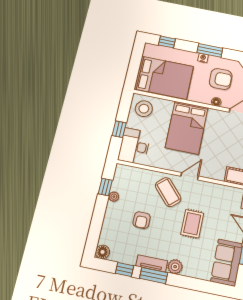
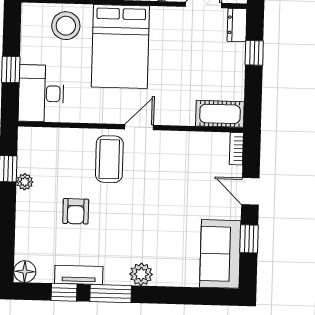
stool: (144, 109) -> (66, 26), moved
coffee table: (168, 192) -> (109, 159), turned 42
rug: (192, 224) -> (156, 203), removed
tv unit: (152, 263) -> (79, 275), moved

